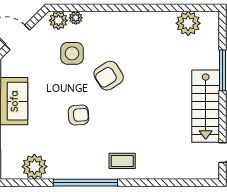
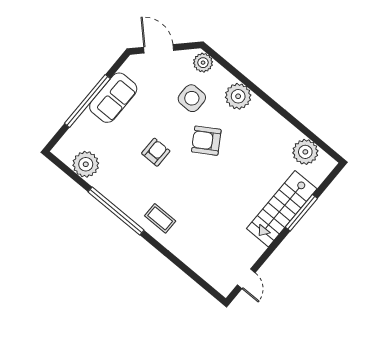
plant: (76, 18) -> (238, 96), moved, width x1.87, depth x1.87
stairs: (206, 106) -> (282, 209), moved
armchair: (79, 115) -> (156, 152), turned -86

